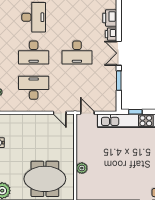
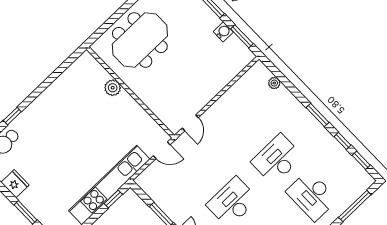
desk: (34, 88) -> (242, 123), removed
door: (60, 113) -> (190, 123), swing flipped

